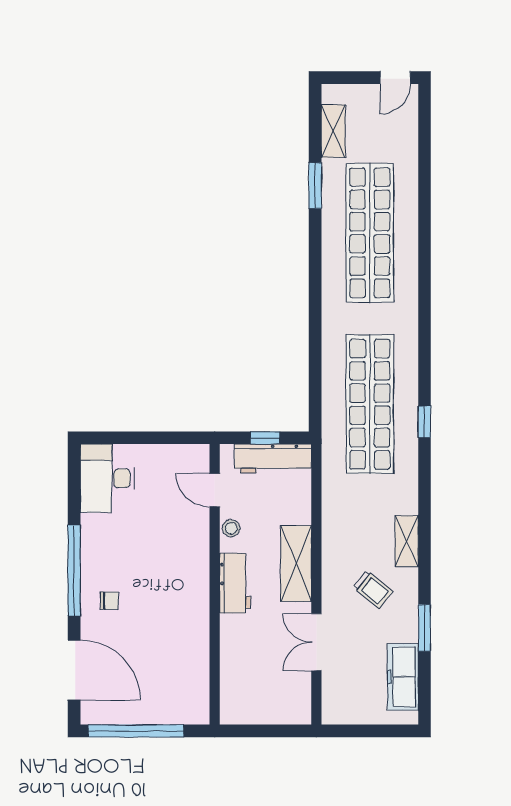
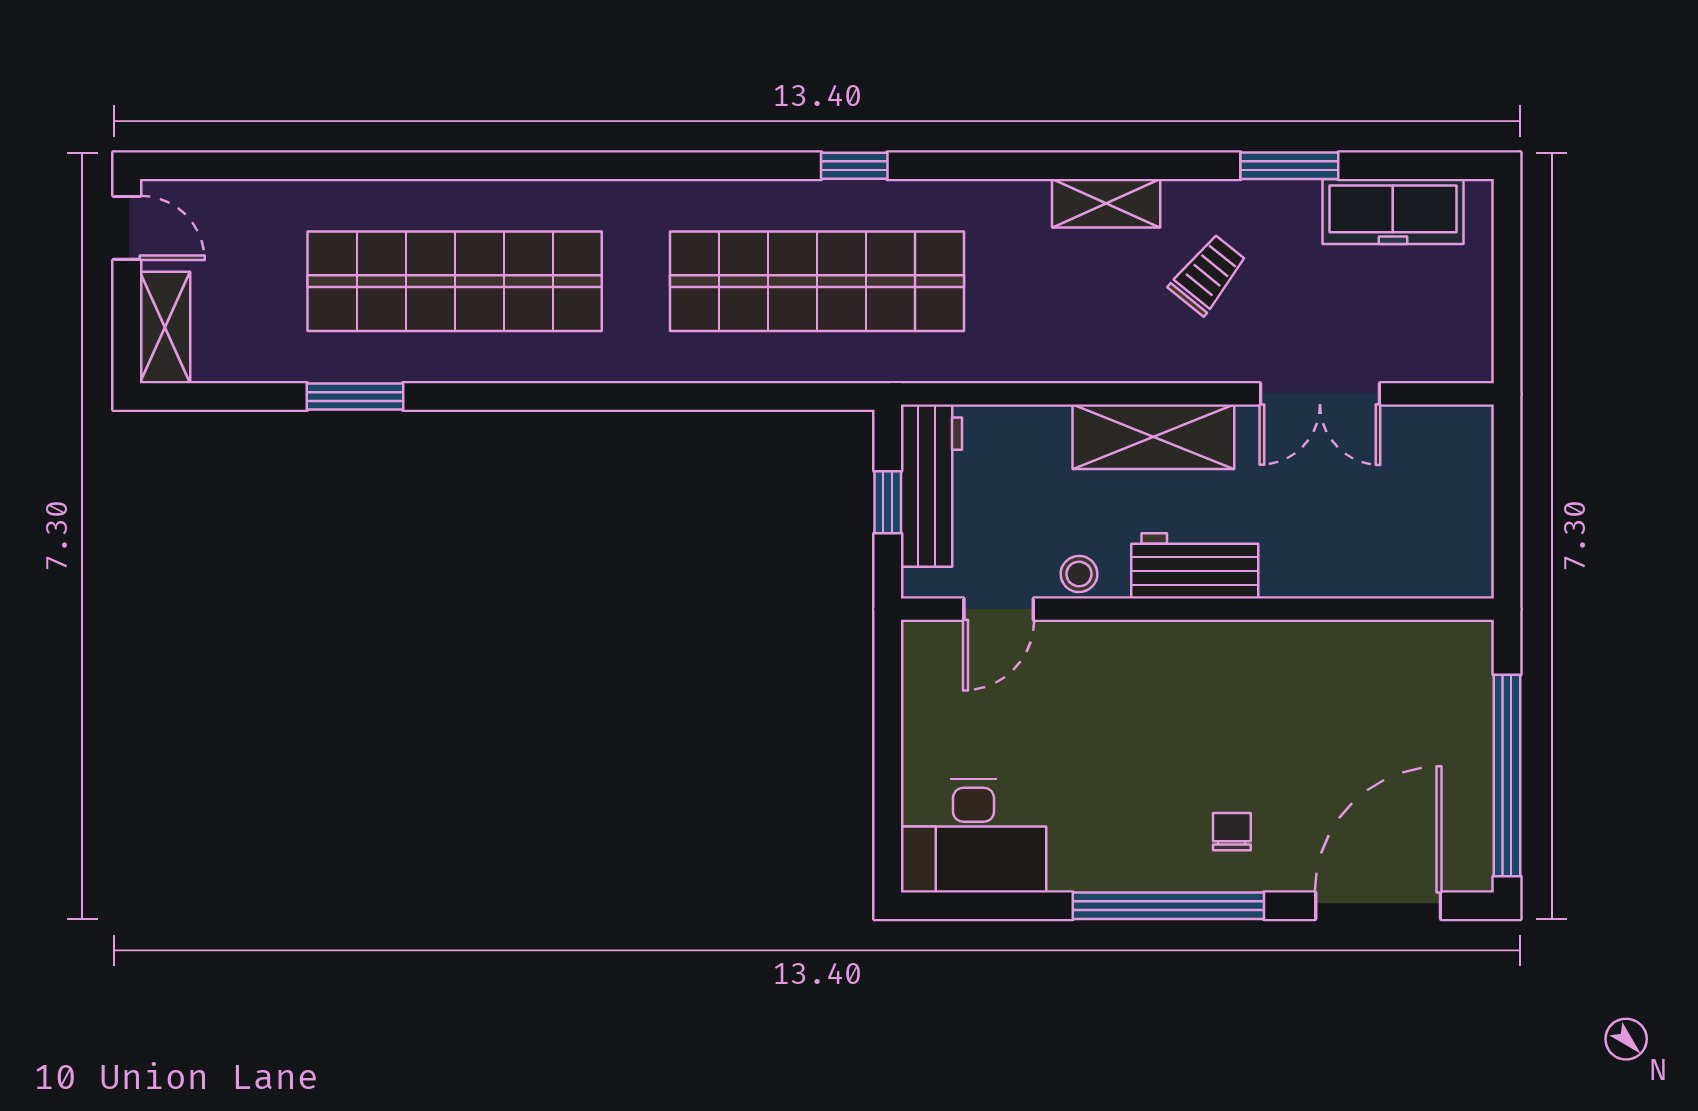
shelving: (333, 131) -> (165, 327), moved, turned 90

